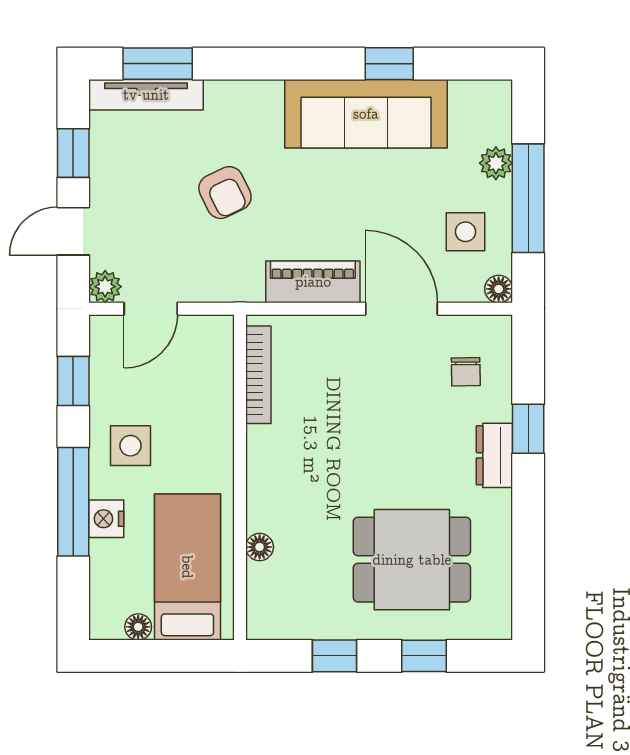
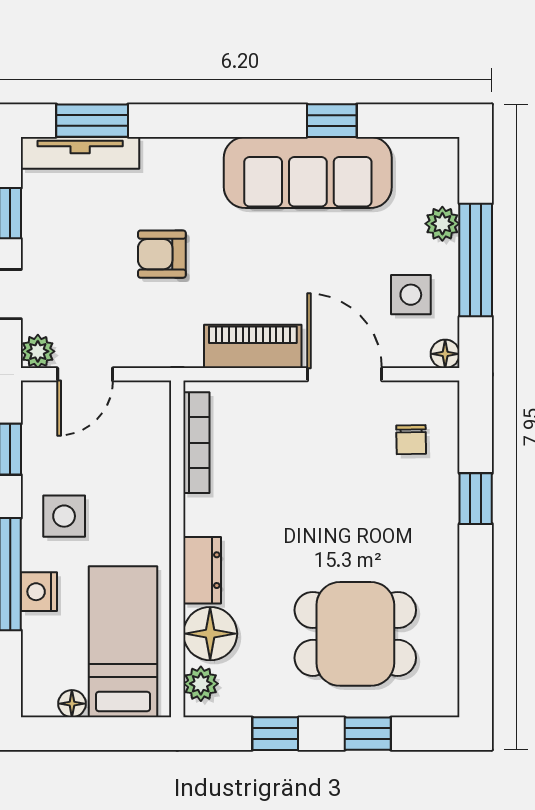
armchair: (225, 193) -> (162, 254), turned 116
dresser: (494, 455) -> (202, 570), moved, turned 180
floor lamp: (260, 547) -> (210, 634), width x1.89, depth x1.89
plant: (263, 608) -> (201, 684), added

